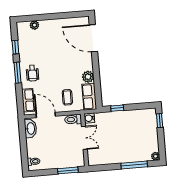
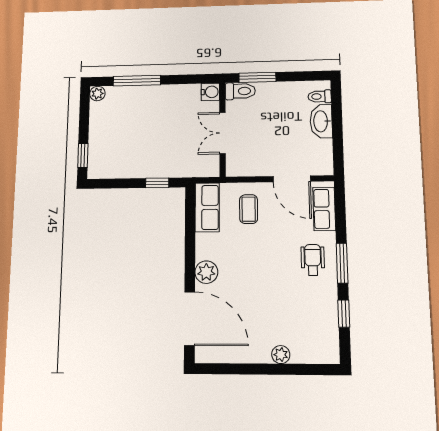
plant: (34, 25) -> (281, 355), moved
plant: (88, 77) -> (206, 272), moved
water cooler: (89, 118) -> (210, 92), moved
toilet: (73, 119) -> (240, 91), moved
washbasin: (31, 128) -> (321, 121), moved

